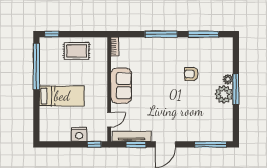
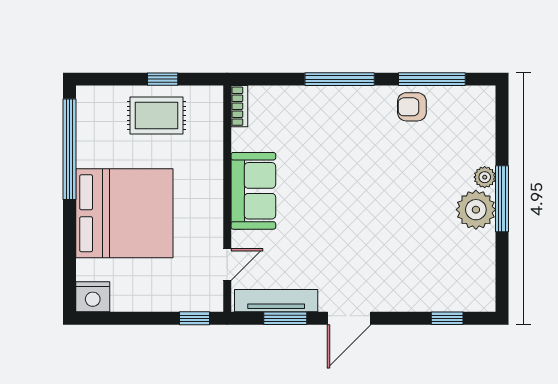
window: (52, 34) -> (163, 79), moved
armchair: (191, 74) -> (412, 107), moved
bed: (62, 96) -> (124, 213), width x2.04
nightstand: (79, 135) -> (93, 297), moved
window: (211, 144) -> (447, 318), width x0.46

